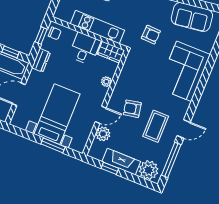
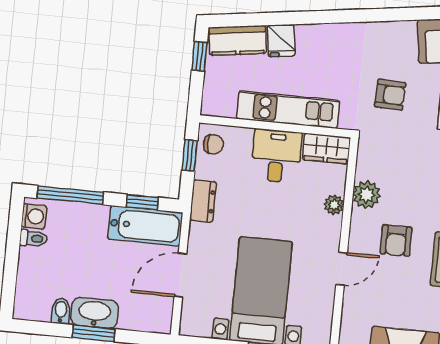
armchair: (132, 109) -> (396, 241), turned -79
plant: (103, 134) -> (367, 195), moved

